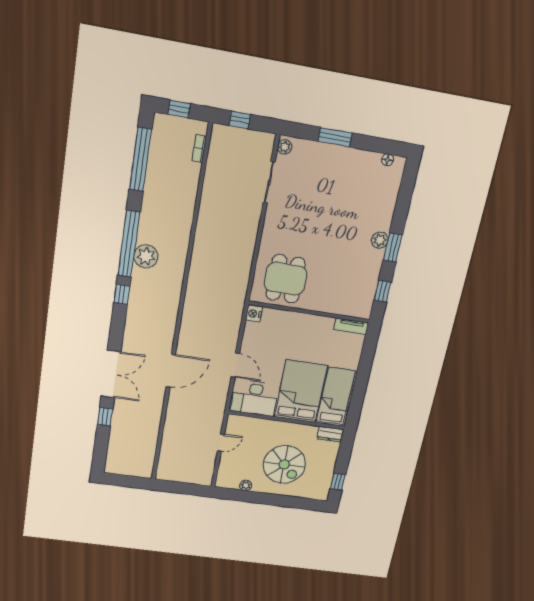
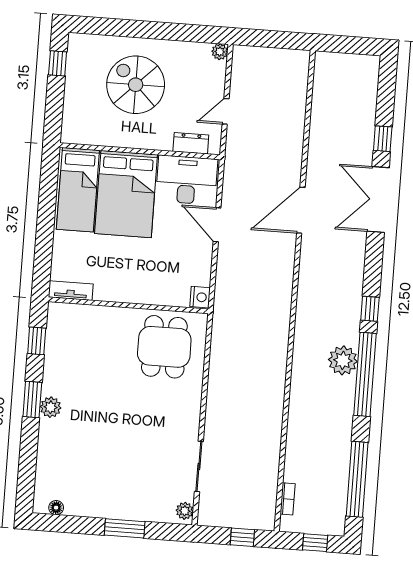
dresser: (330, 434) -> (191, 143), moved
plant: (246, 485) -> (220, 52), moved

